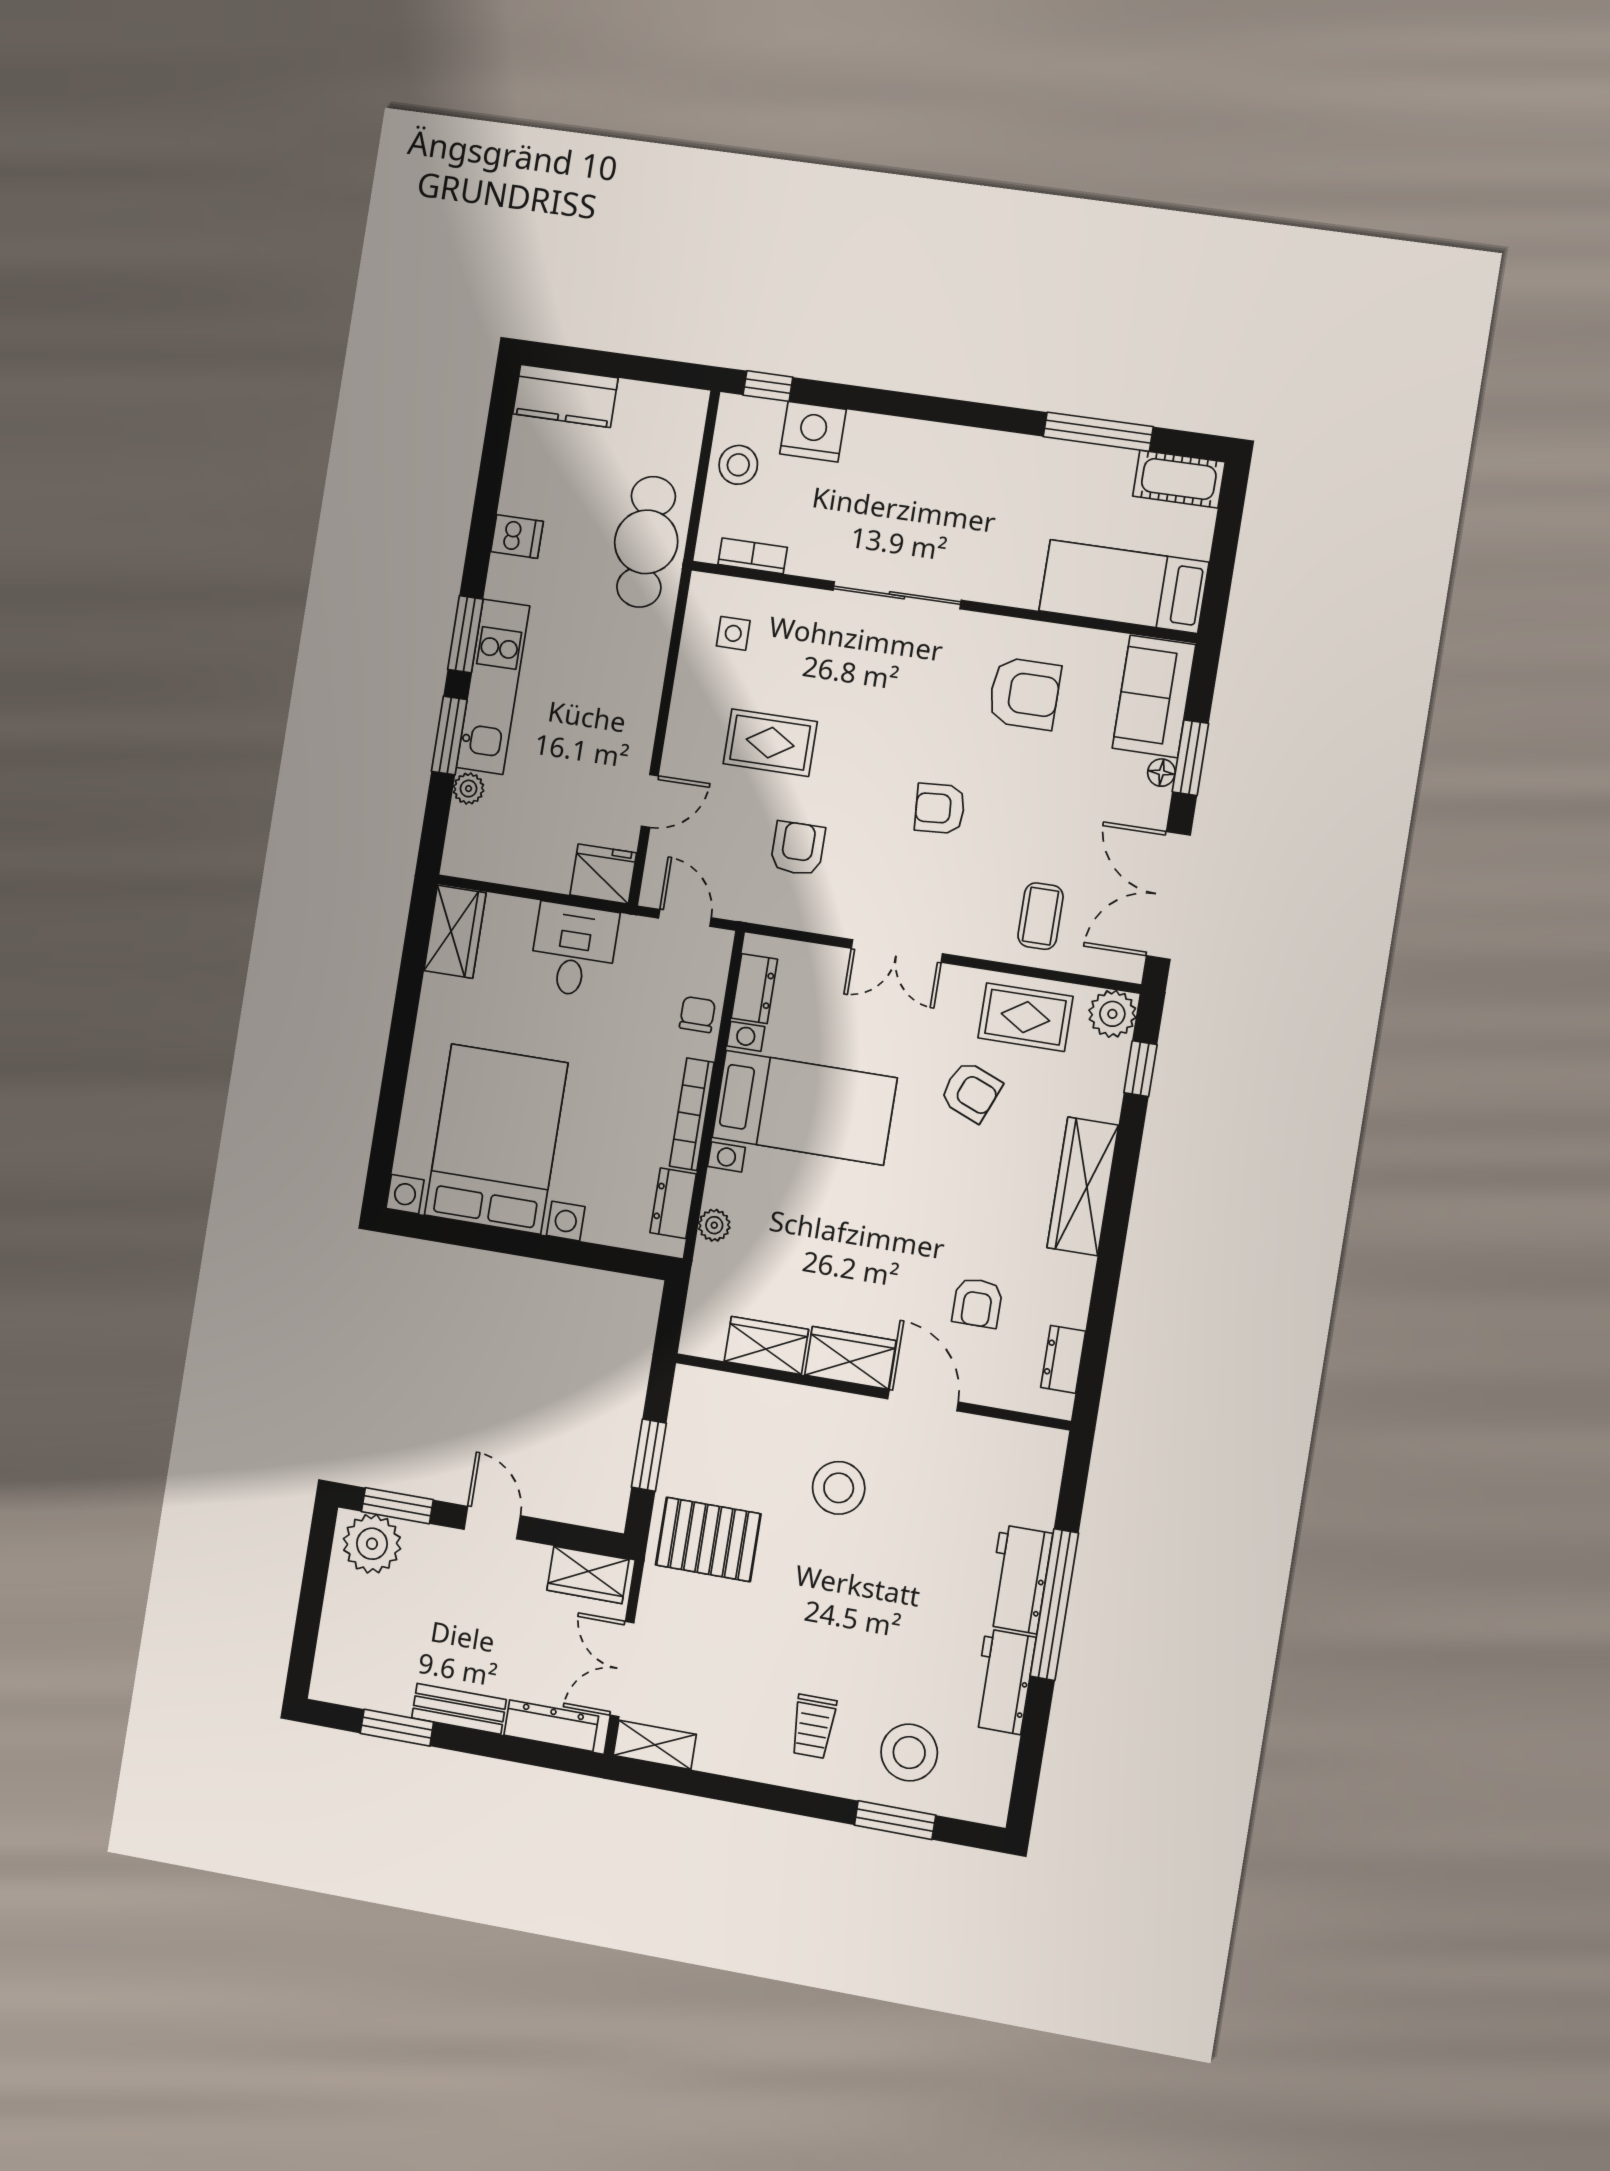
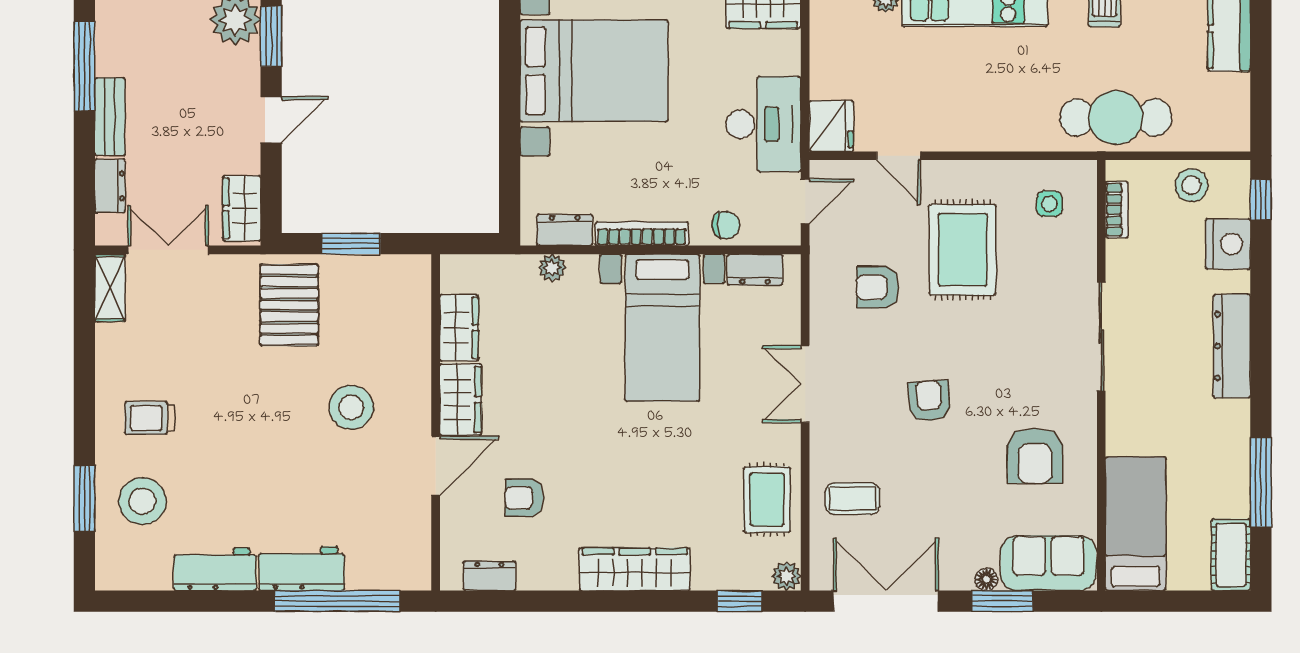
dresser: (933, 444) -> (1232, 346), added
rug: (770, 743) -> (963, 250), width x1.36, depth x1.43
armchair: (798, 848) -> (878, 287), turned 180
desk: (574, 950) -> (763, 124), width x1.37
plant: (1112, 1014) -> (786, 576), width x0.73, depth x0.73
armchair: (971, 1092) -> (698, 464), removed
window: (1054, 1605) -> (337, 601), moved
dresser: (551, 1726) -> (110, 186), width x0.70
window: (397, 1728) -> (84, 66), width x1.44

